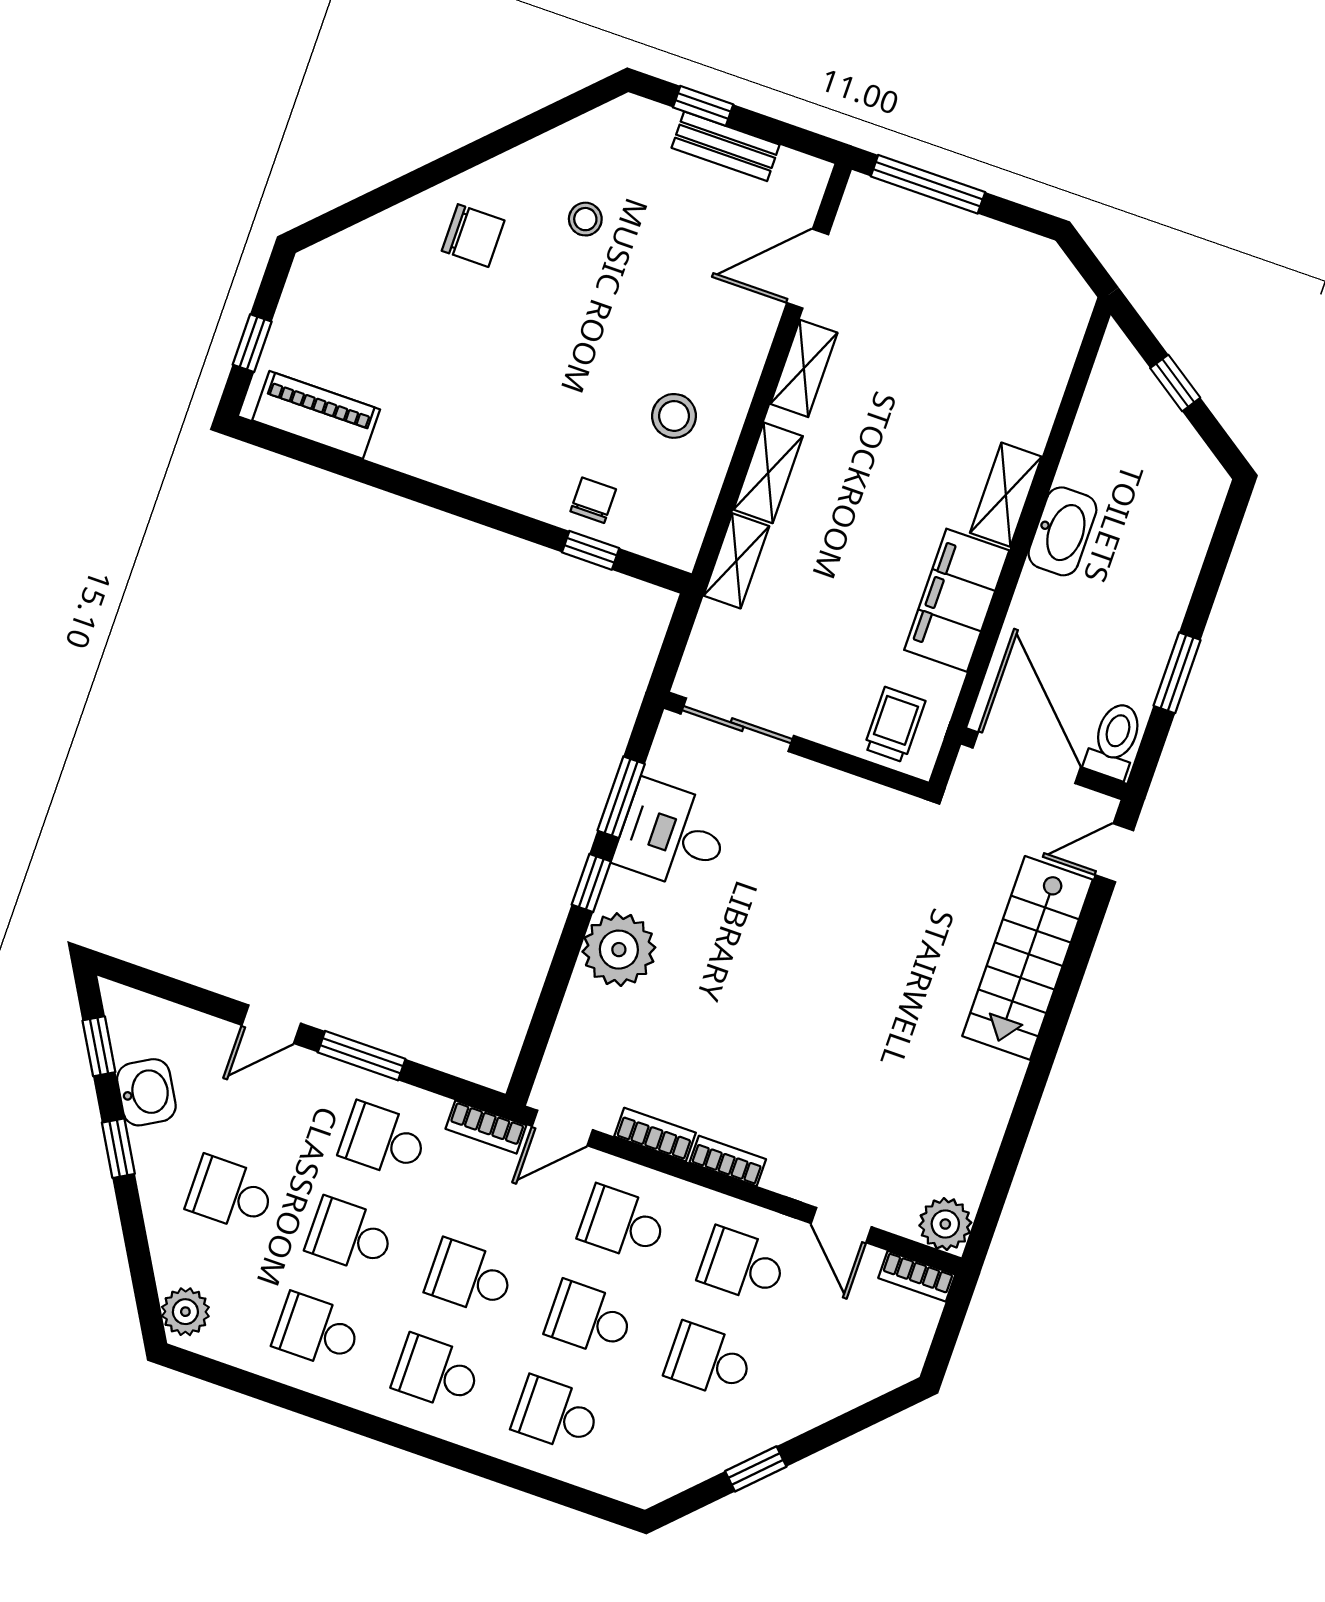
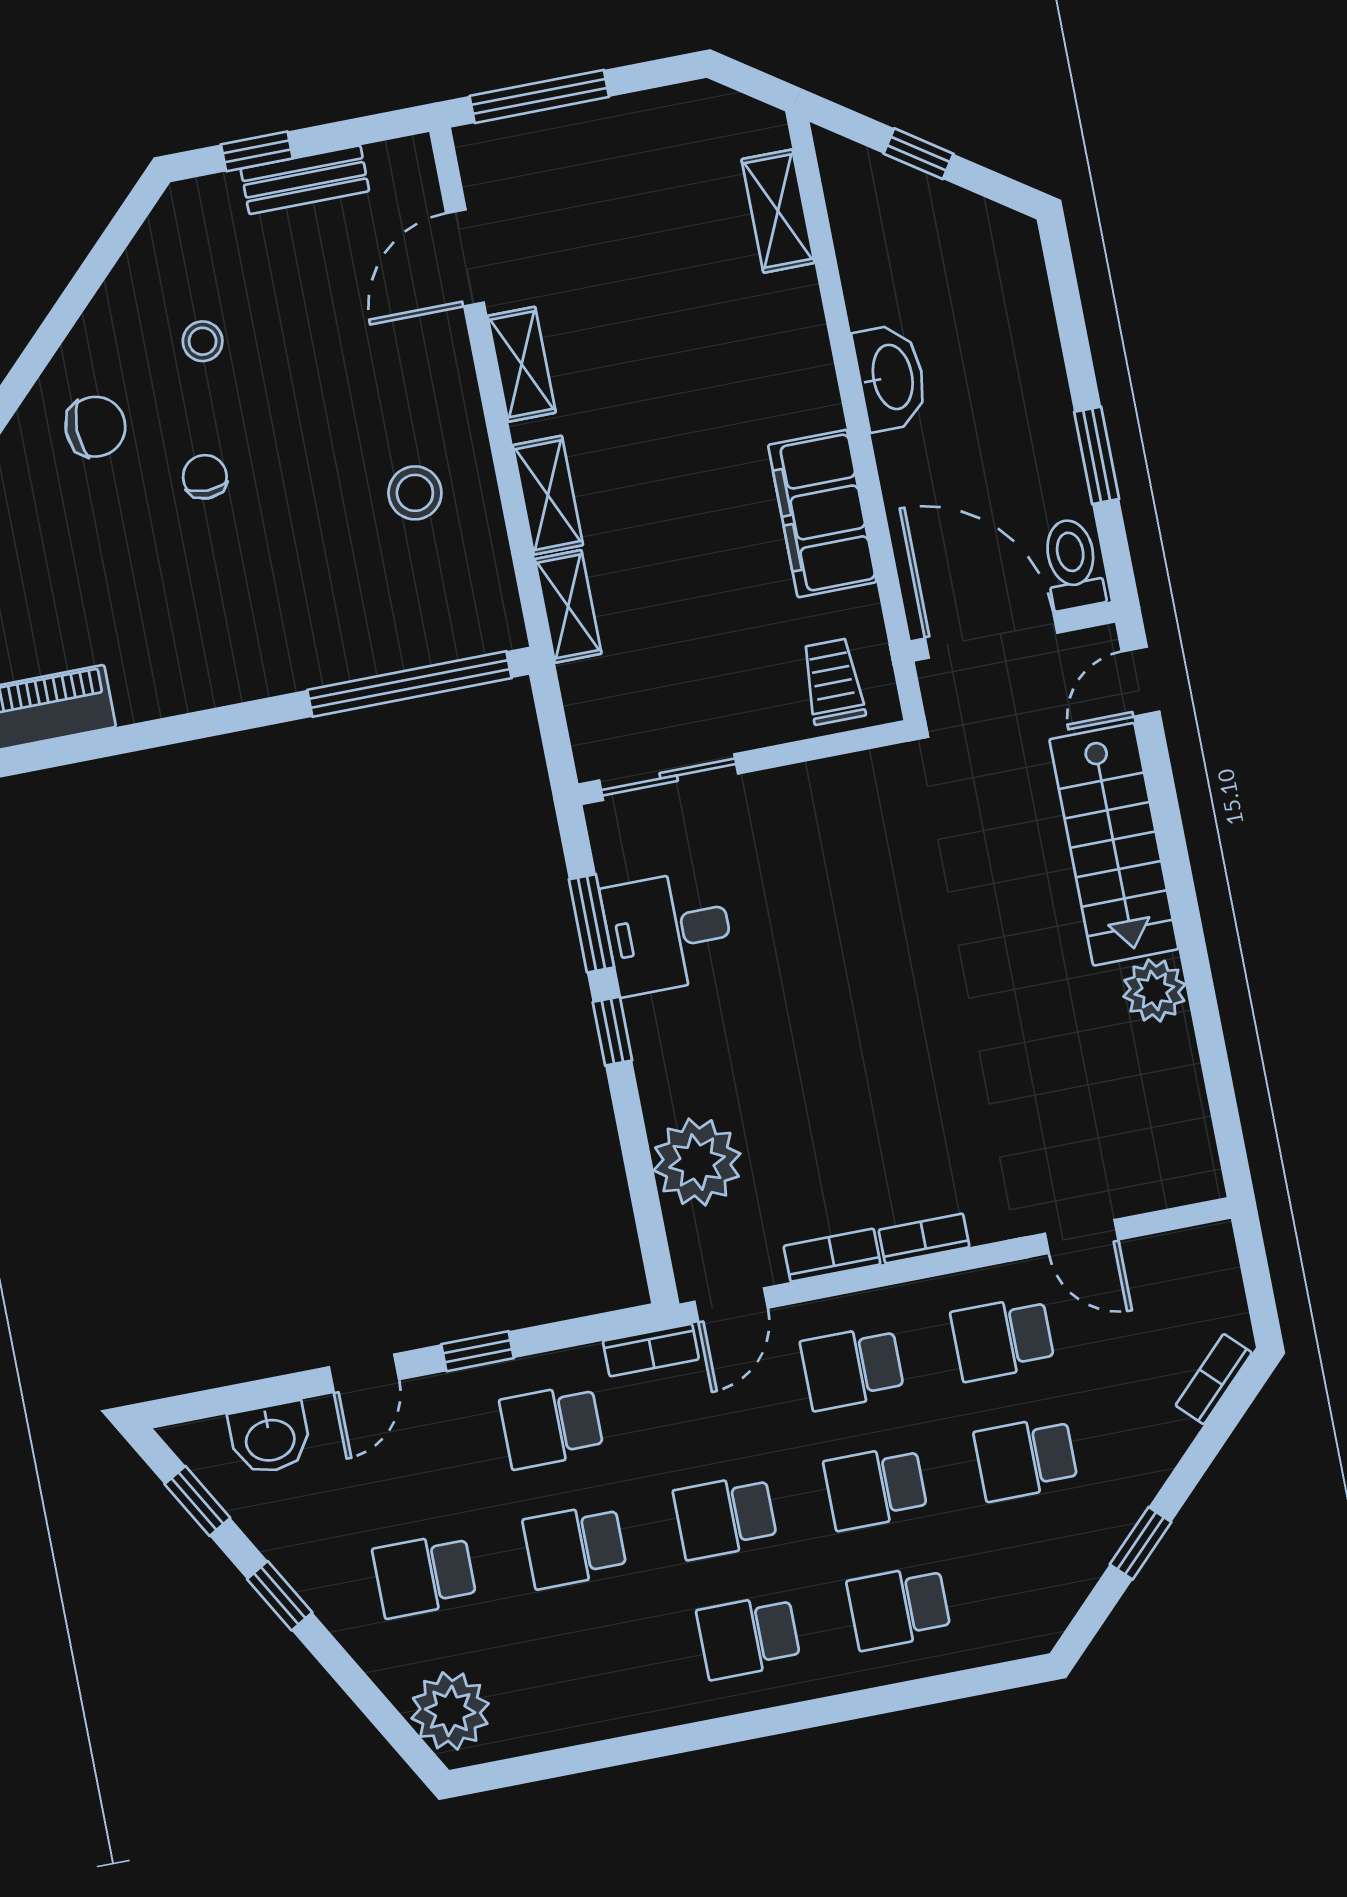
shelving: (1006, 495) -> (778, 211), moved
chair: (593, 500) -> (205, 477), moved
window: (591, 550) -> (409, 684), width x3.17
plant: (619, 950) -> (697, 1162), moved
window: (362, 1056) -> (478, 1351), width x0.67
washbasin: (146, 1092) -> (270, 1438), moved, turned 120
plant: (945, 1224) -> (1154, 991), moved
bookcase: (917, 1276) -> (1214, 1379), moved, turned 135
plant: (185, 1312) -> (450, 1711), width x1.36, depth x1.36
school desk: (317, 1331) -> (598, 1666), removed

